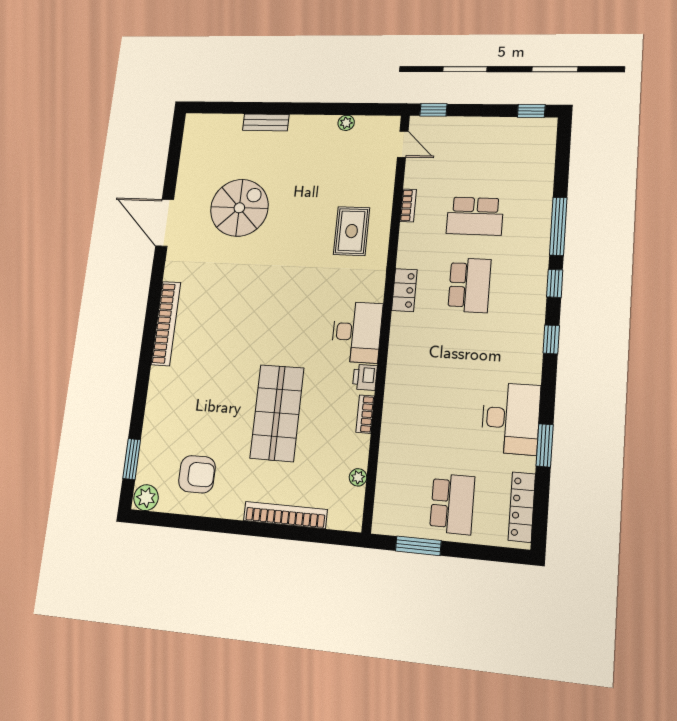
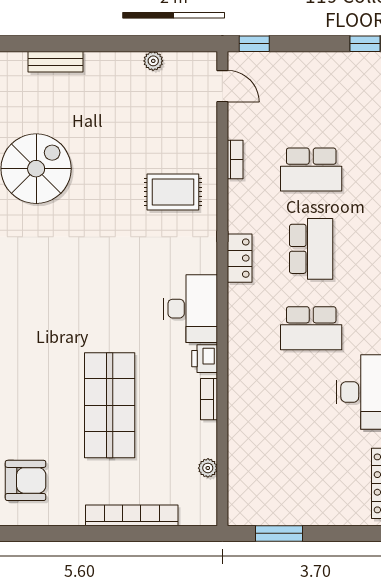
rug: (352, 231) -> (173, 192), turned 90
school desk: (452, 504) -> (311, 328), moved, turned 90

